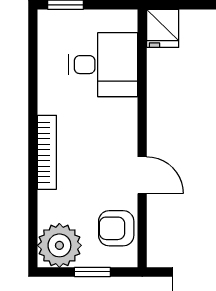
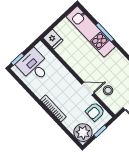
desk: (103, 65) -> (34, 66), moved, turned -90
stool: (175, 212) -> (108, 90), added

